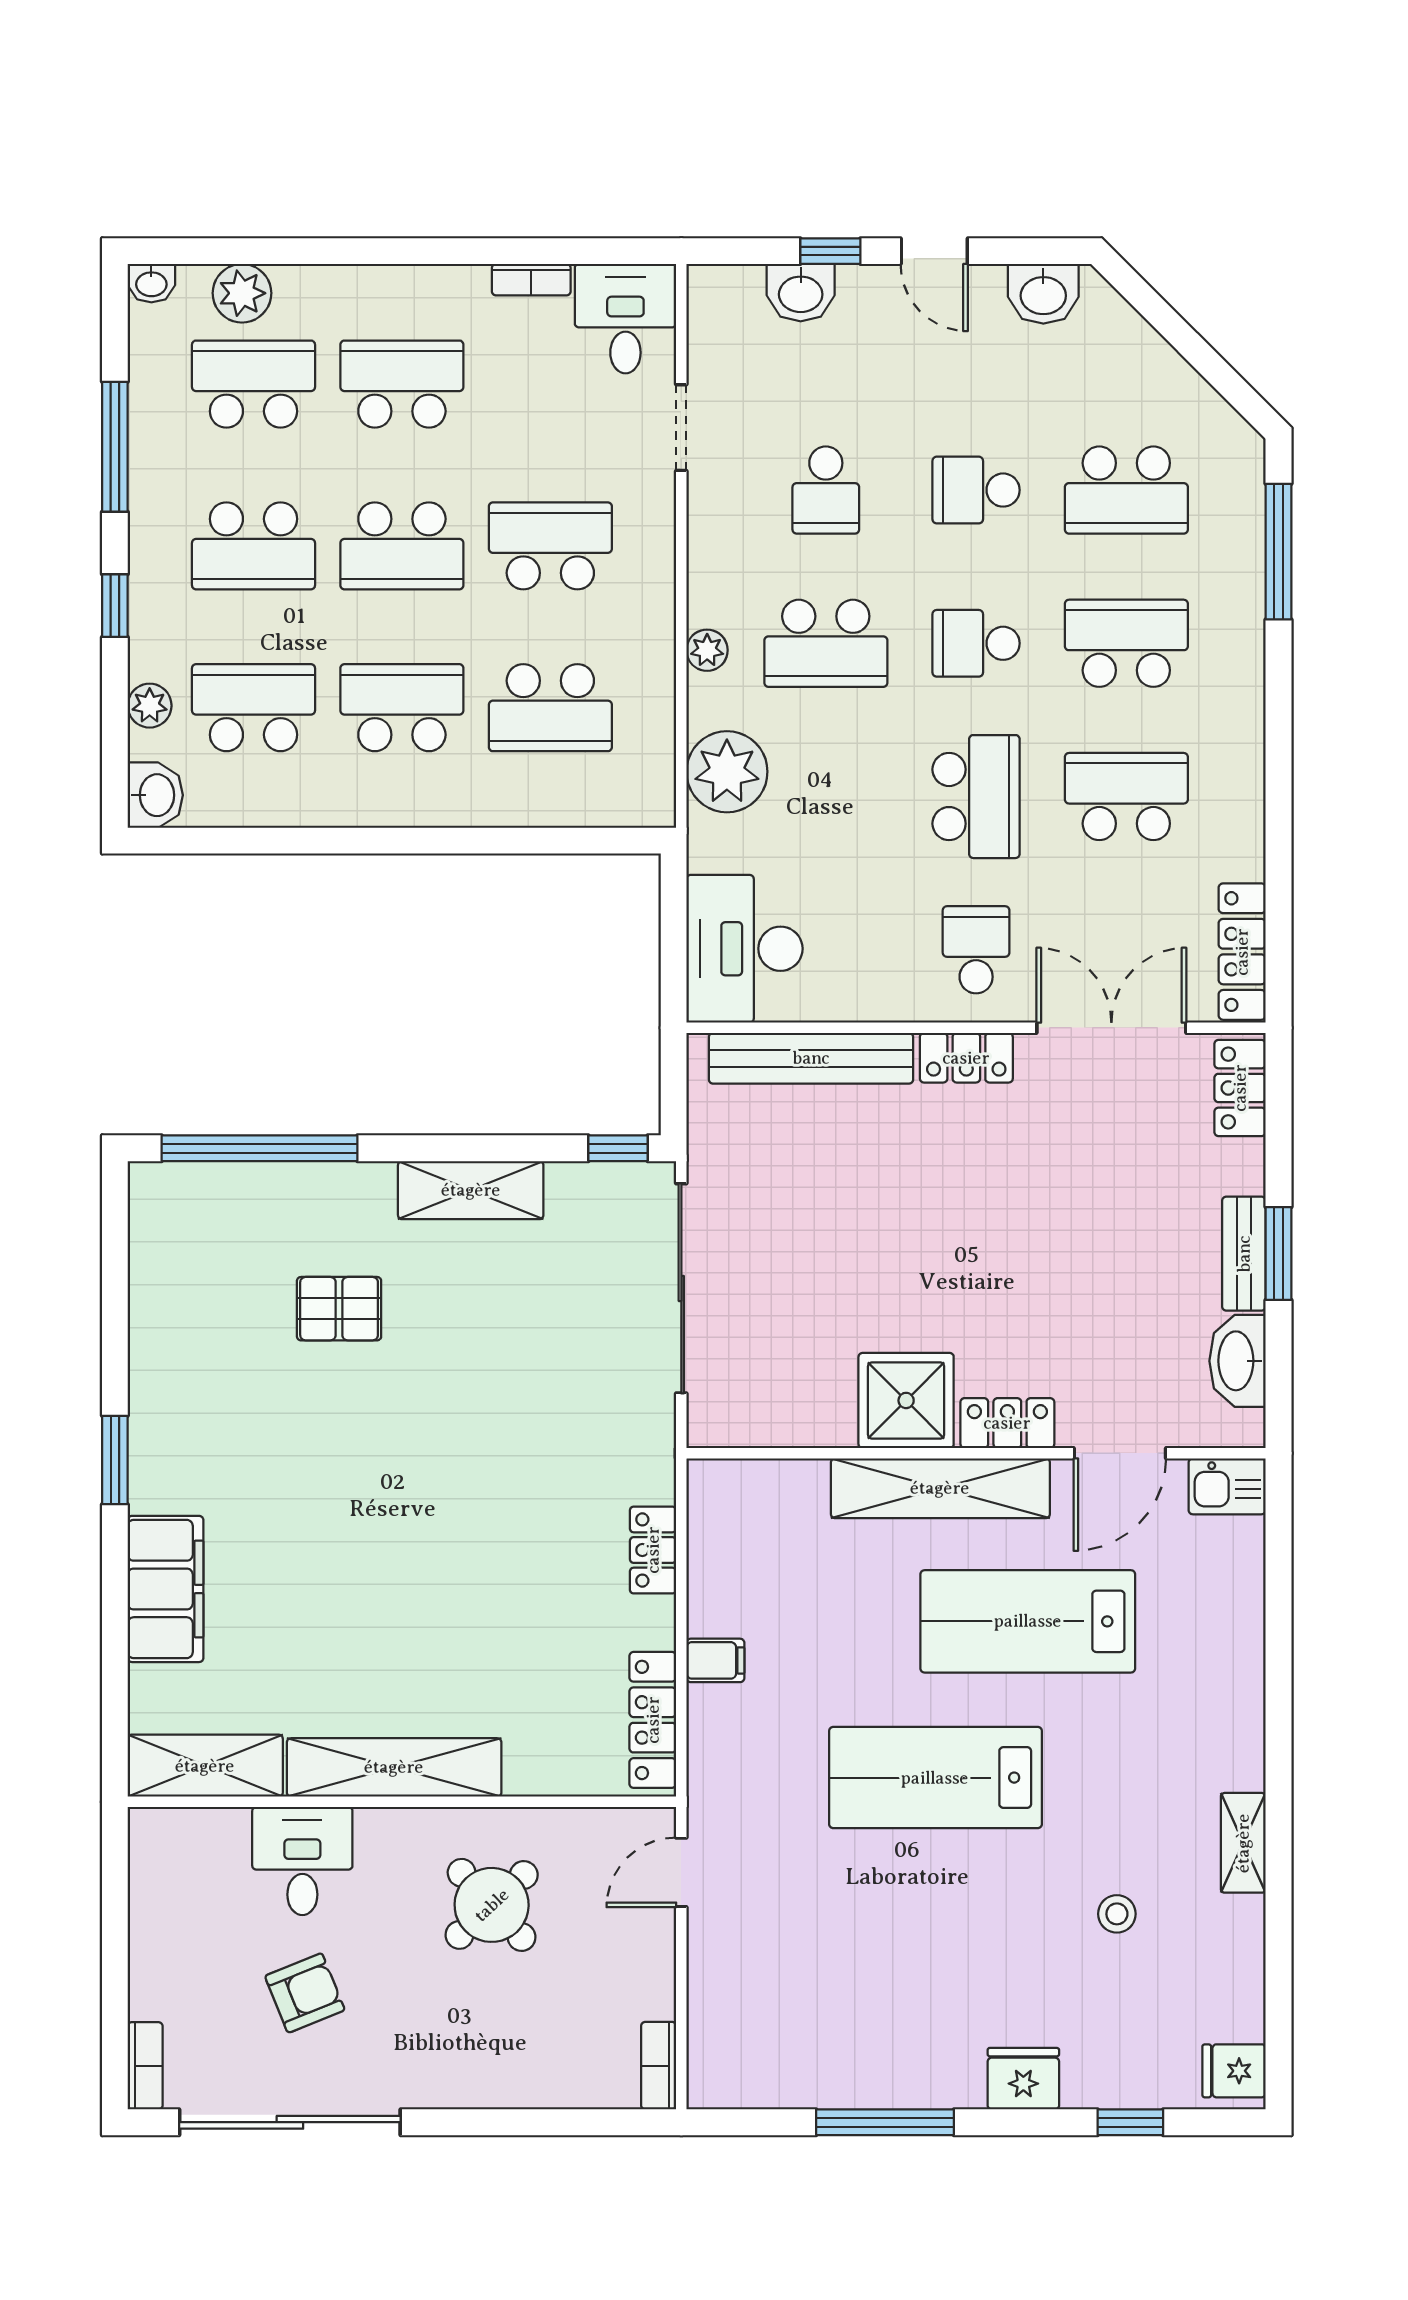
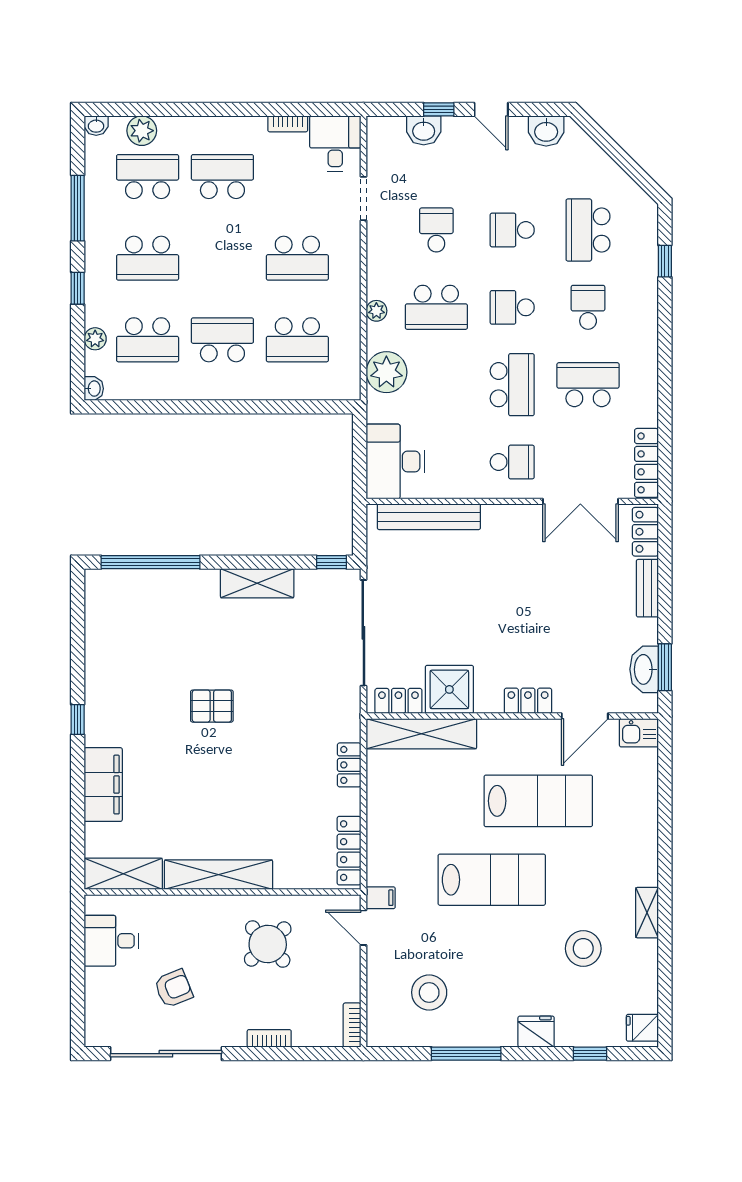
school desk: (826, 490) -> (436, 230), turned 180
school desk: (1126, 490) -> (588, 230), turned 90
school desk: (402, 546) -> (222, 258), removed
school desk: (550, 546) -> (297, 258), turned 180
window: (1279, 552) -> (665, 261), width x0.46
school desk: (1126, 643) -> (588, 307), width x0.54
school desk: (253, 708) -> (148, 340), turned 180
washbasin: (155, 795) -> (94, 389), width x0.72, depth x0.69
school desk: (976, 950) -> (512, 462), turned 90
double door: (1111, 1028) -> (580, 501), swing flipped
locker: (966, 1058) -> (398, 701), moved, turned 180
window: (1279, 1253) -> (665, 667), moved
bench: (1244, 1254) -> (647, 588), moved
pallet: (339, 1309) -> (212, 706), moved
shower: (906, 1400) -> (449, 689), moved
window: (115, 1460) -> (78, 719), width x0.67
shelving: (940, 1488) -> (421, 734), moved
lab bench: (1028, 1621) -> (538, 801), turned 180
filing cabinet: (715, 1660) -> (381, 898), moved
lab bench: (935, 1778) -> (492, 880), turned 180
desk: (302, 1861) -> (111, 941), moved, turned -90
door: (681, 1872) -> (363, 928), hinge flipped
stool: (1117, 1914) -> (583, 949), width x1.89, depth x1.89
stool: (812, 2001) -> (429, 992), added
bookcase: (145, 2066) -> (269, 1038), moved, turned -90

